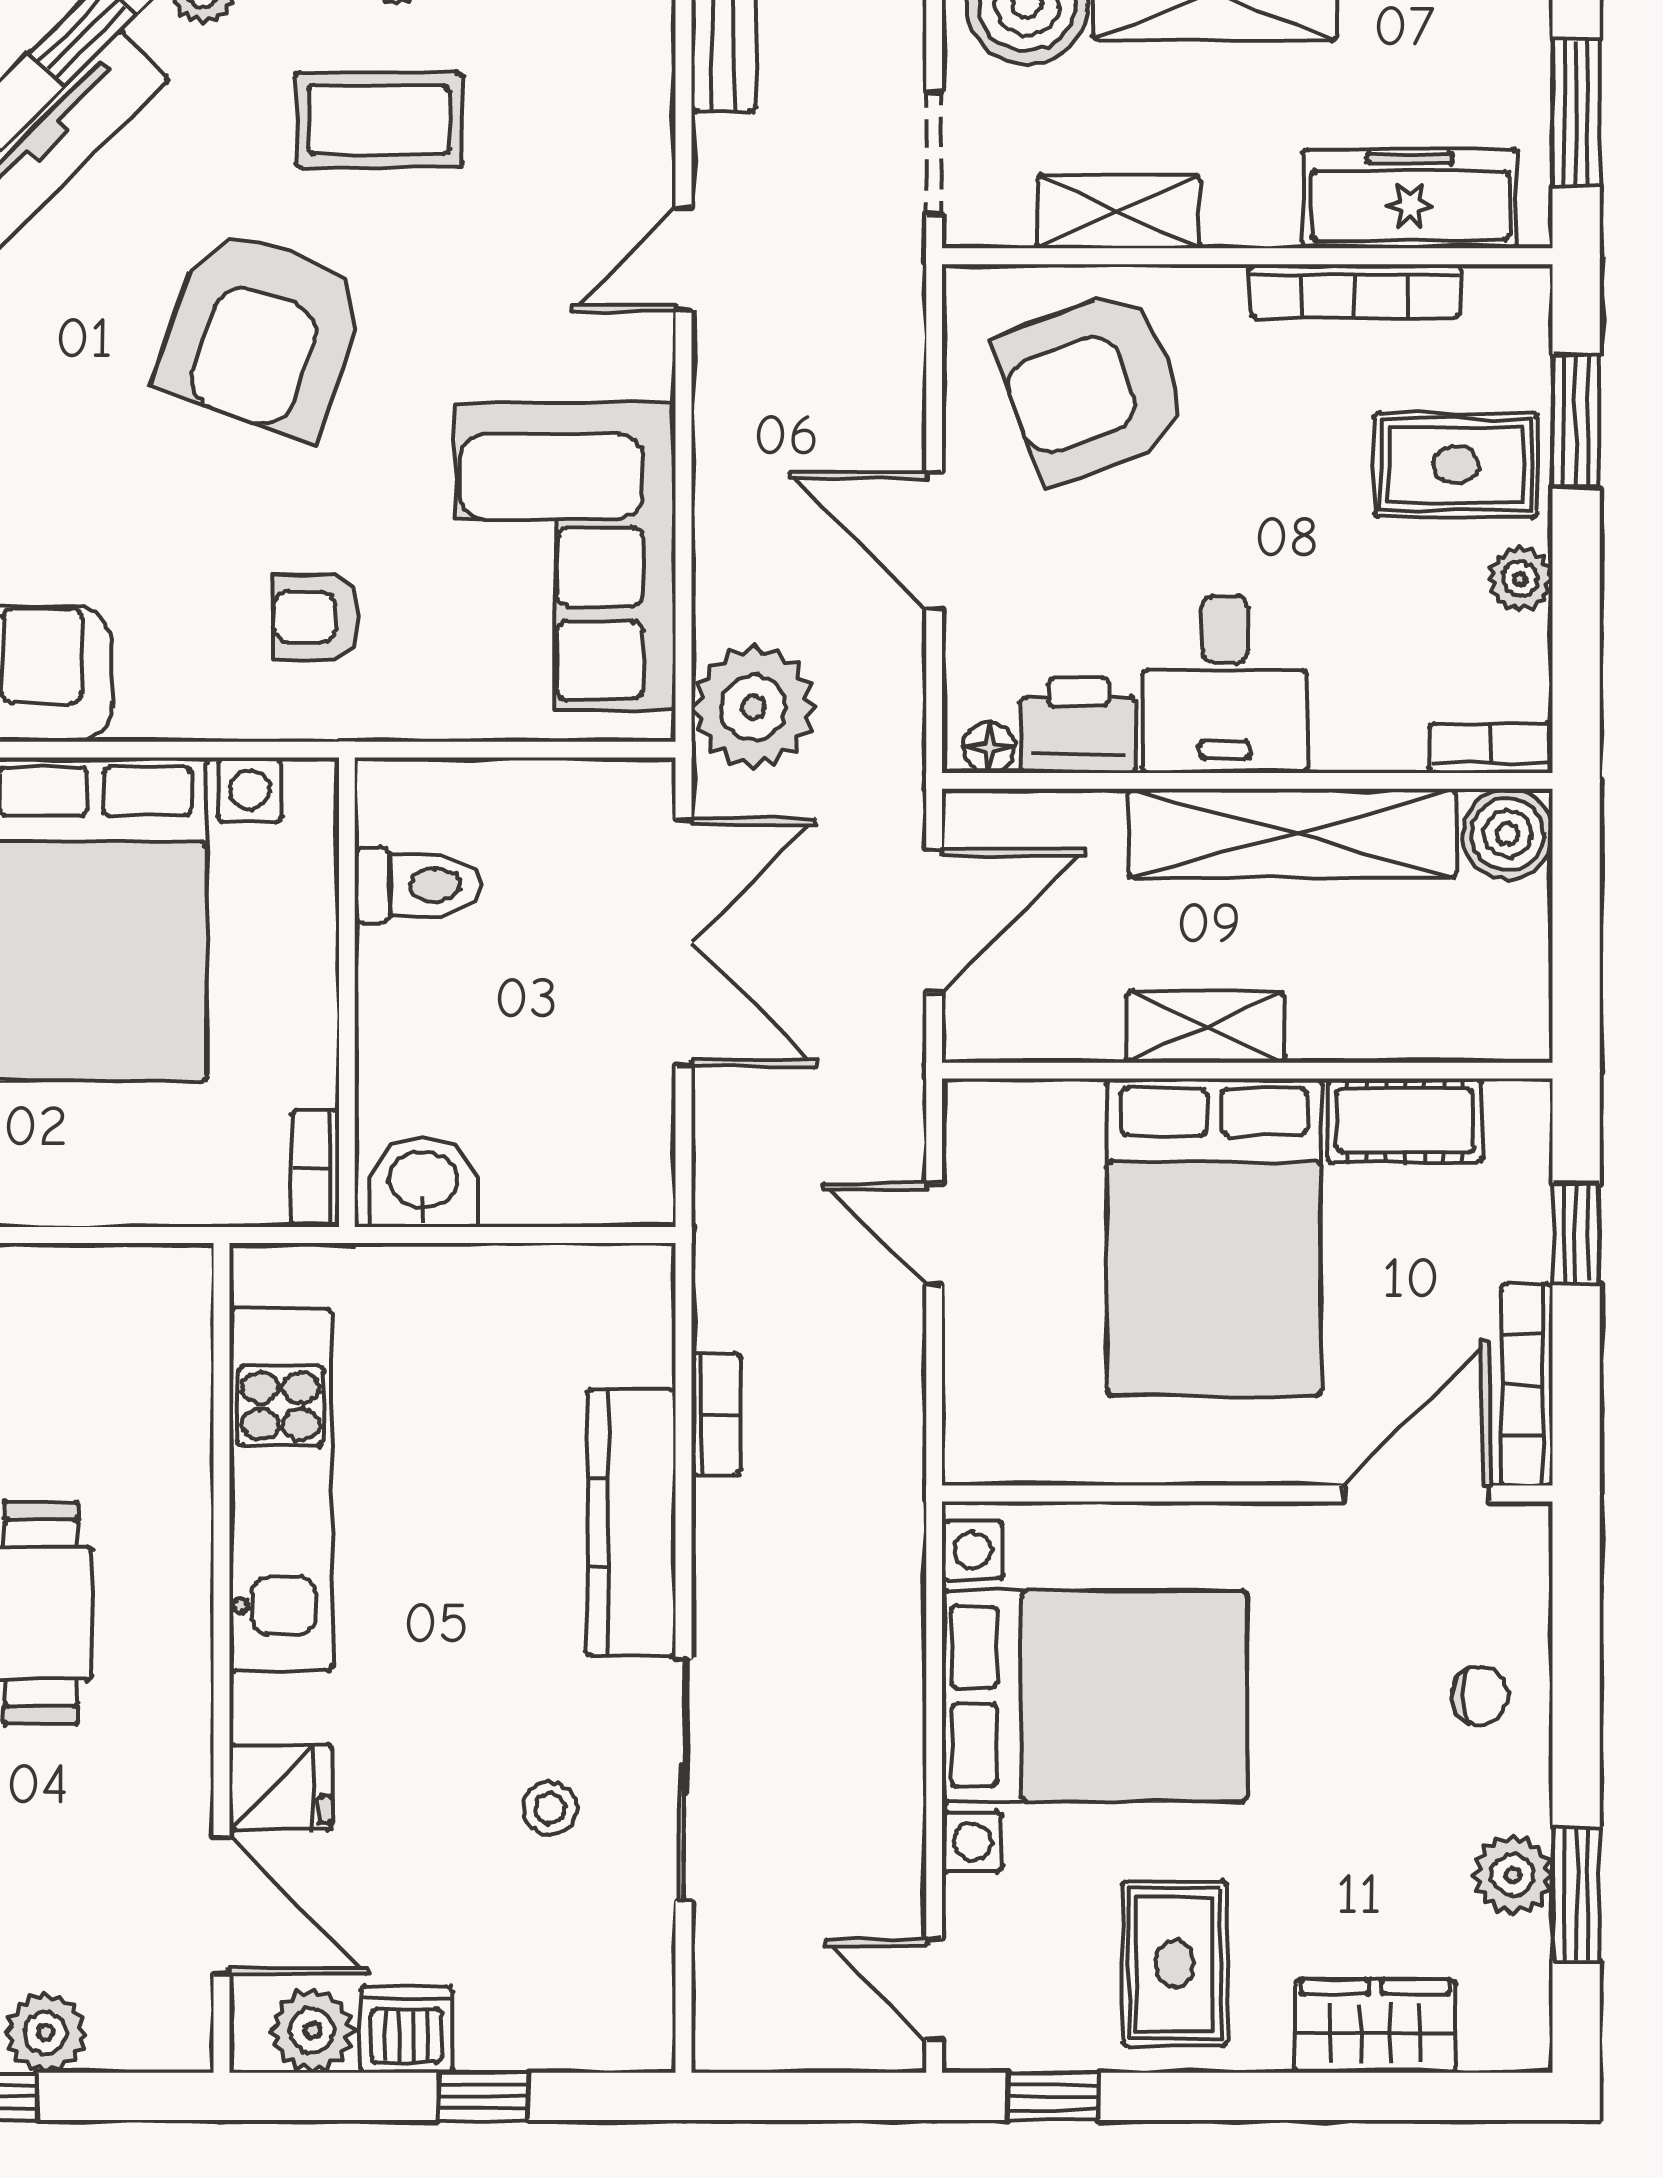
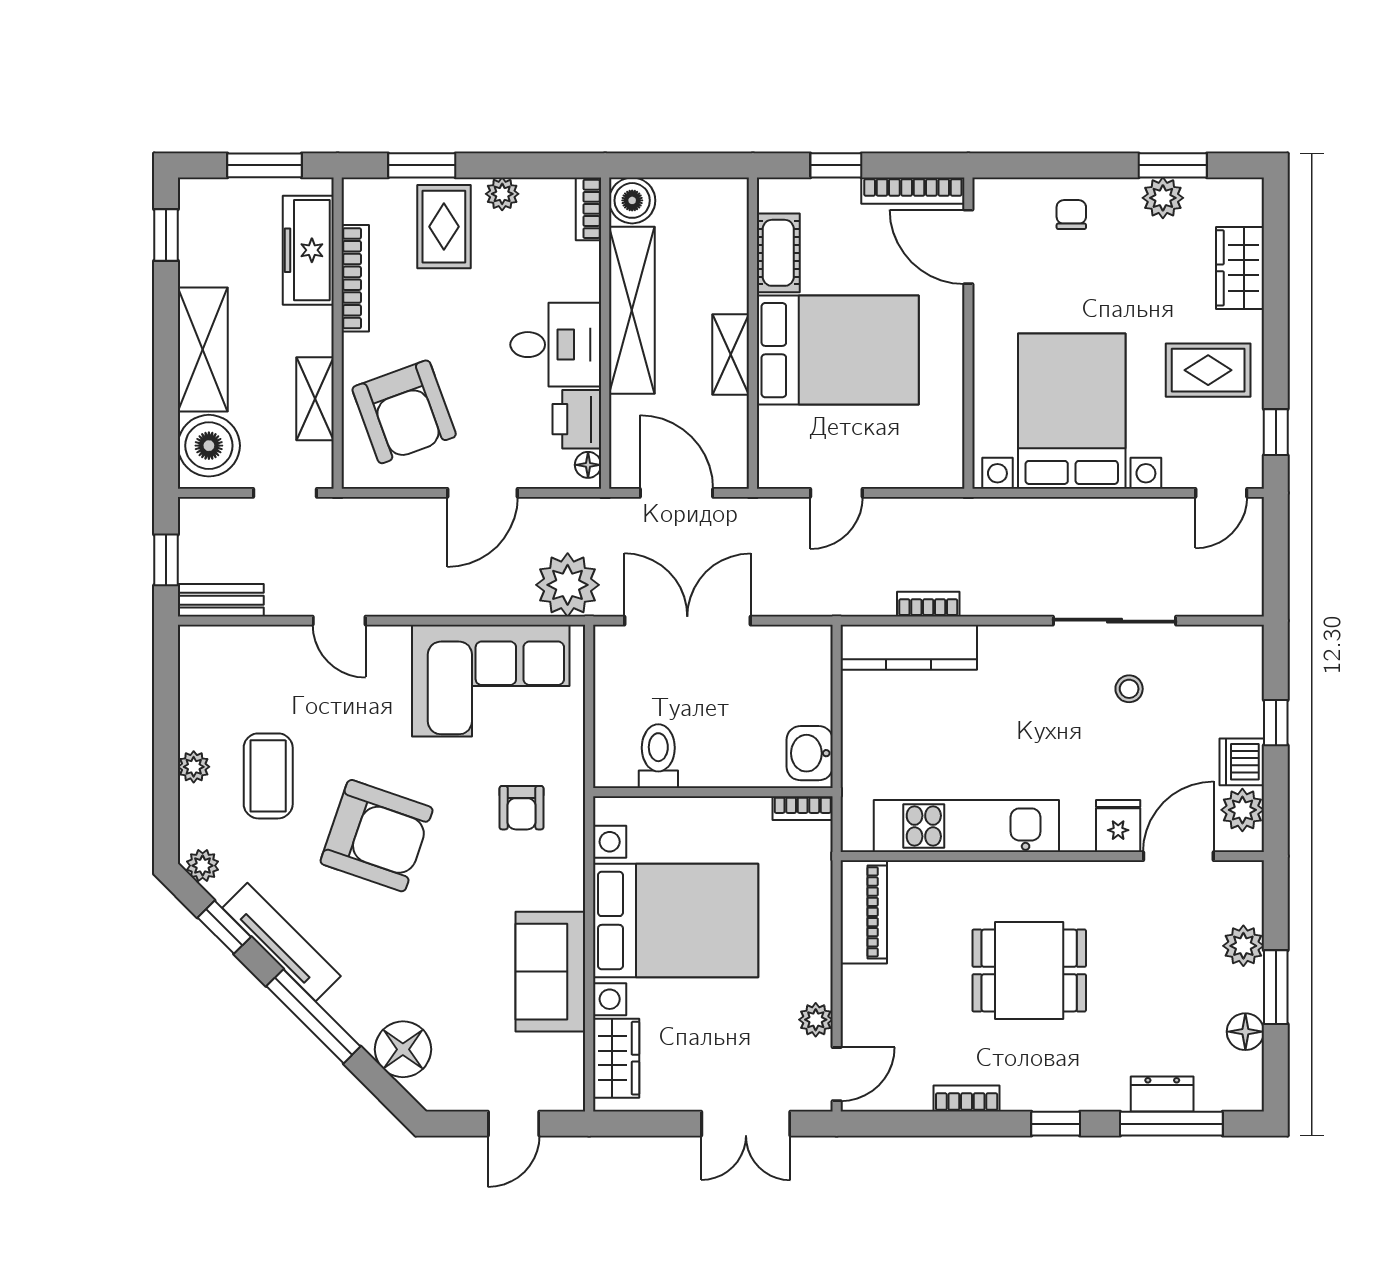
piano: (112, 1288) -> (864, 912), added
kitchen counter: (631, 1523) -> (909, 647), moved

